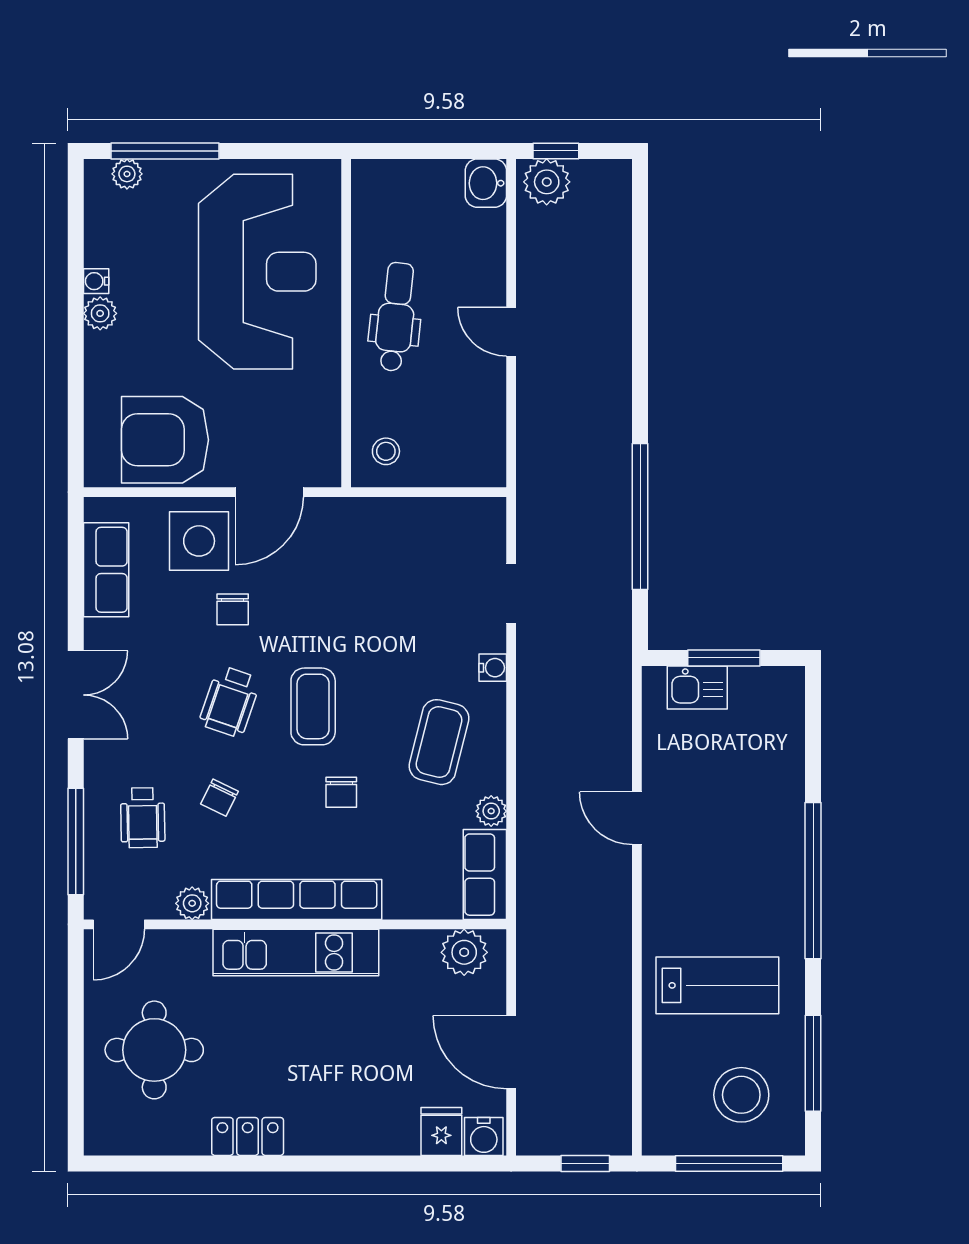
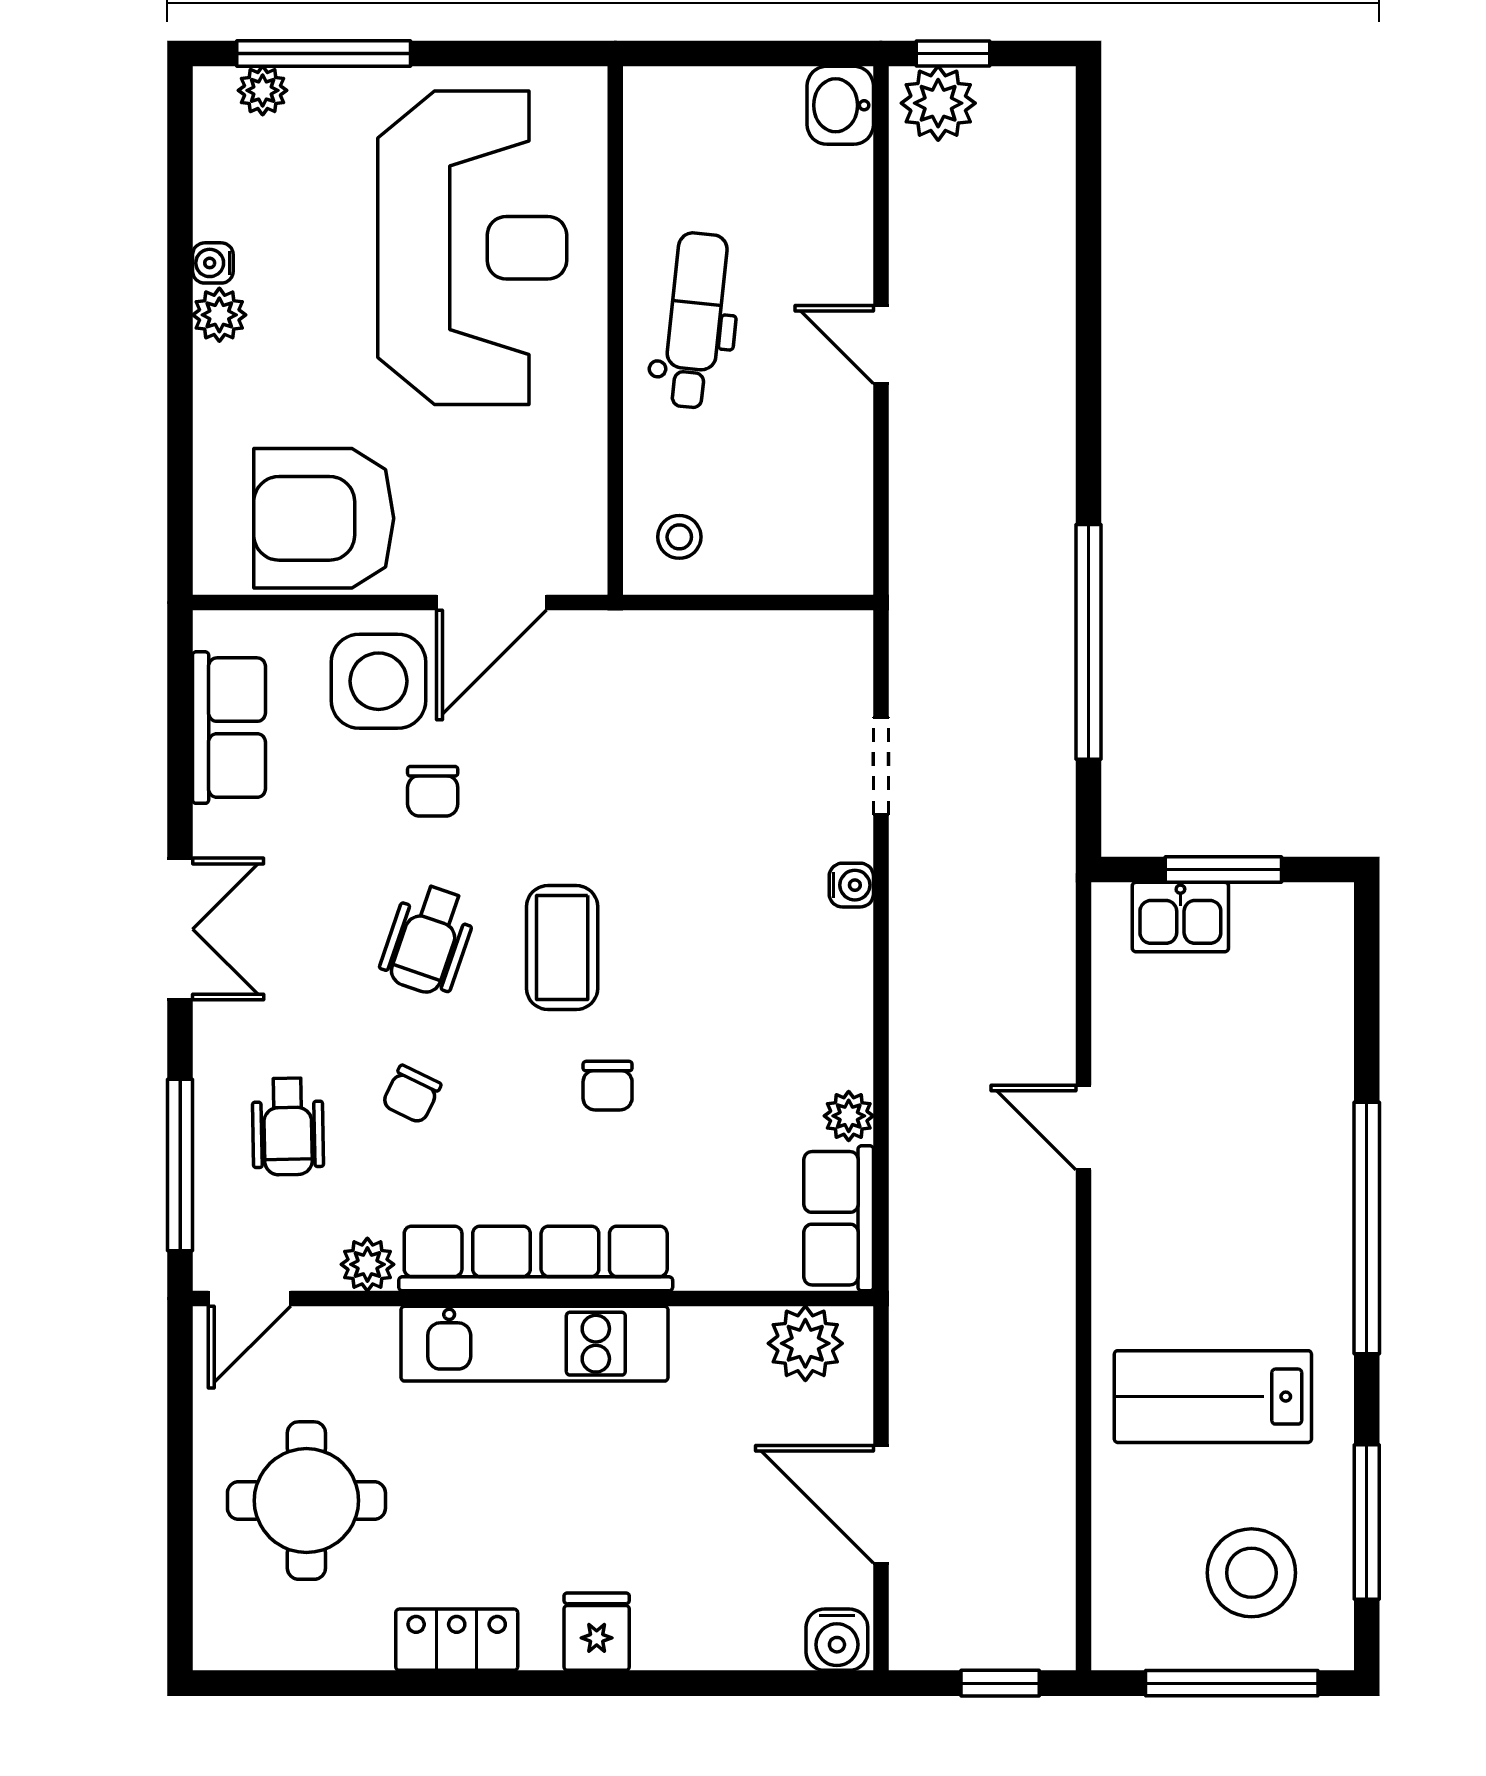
coffee table: (439, 742) -> (765, 1005), removed
lab bench: (717, 985) -> (1213, 1397), turned 180
fridge: (441, 1131) -> (597, 1632), moved

